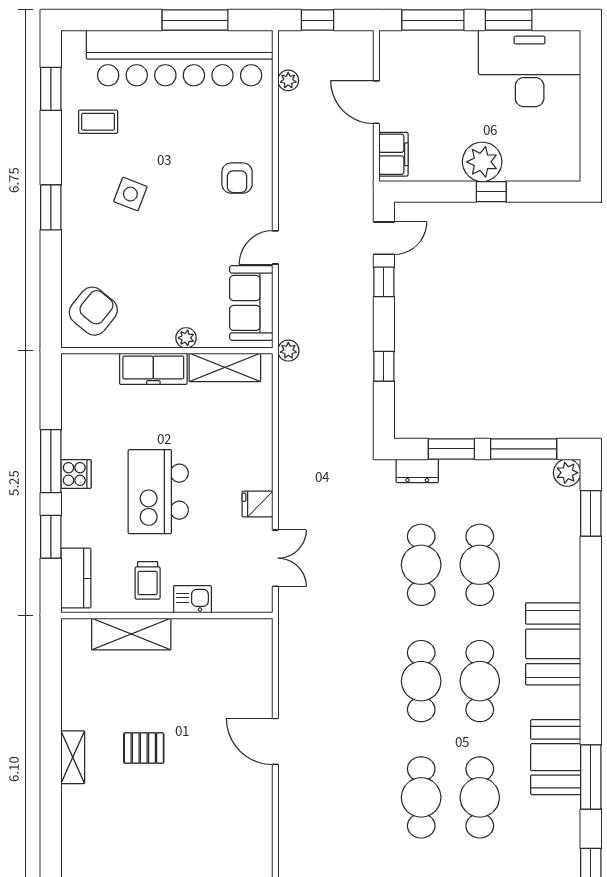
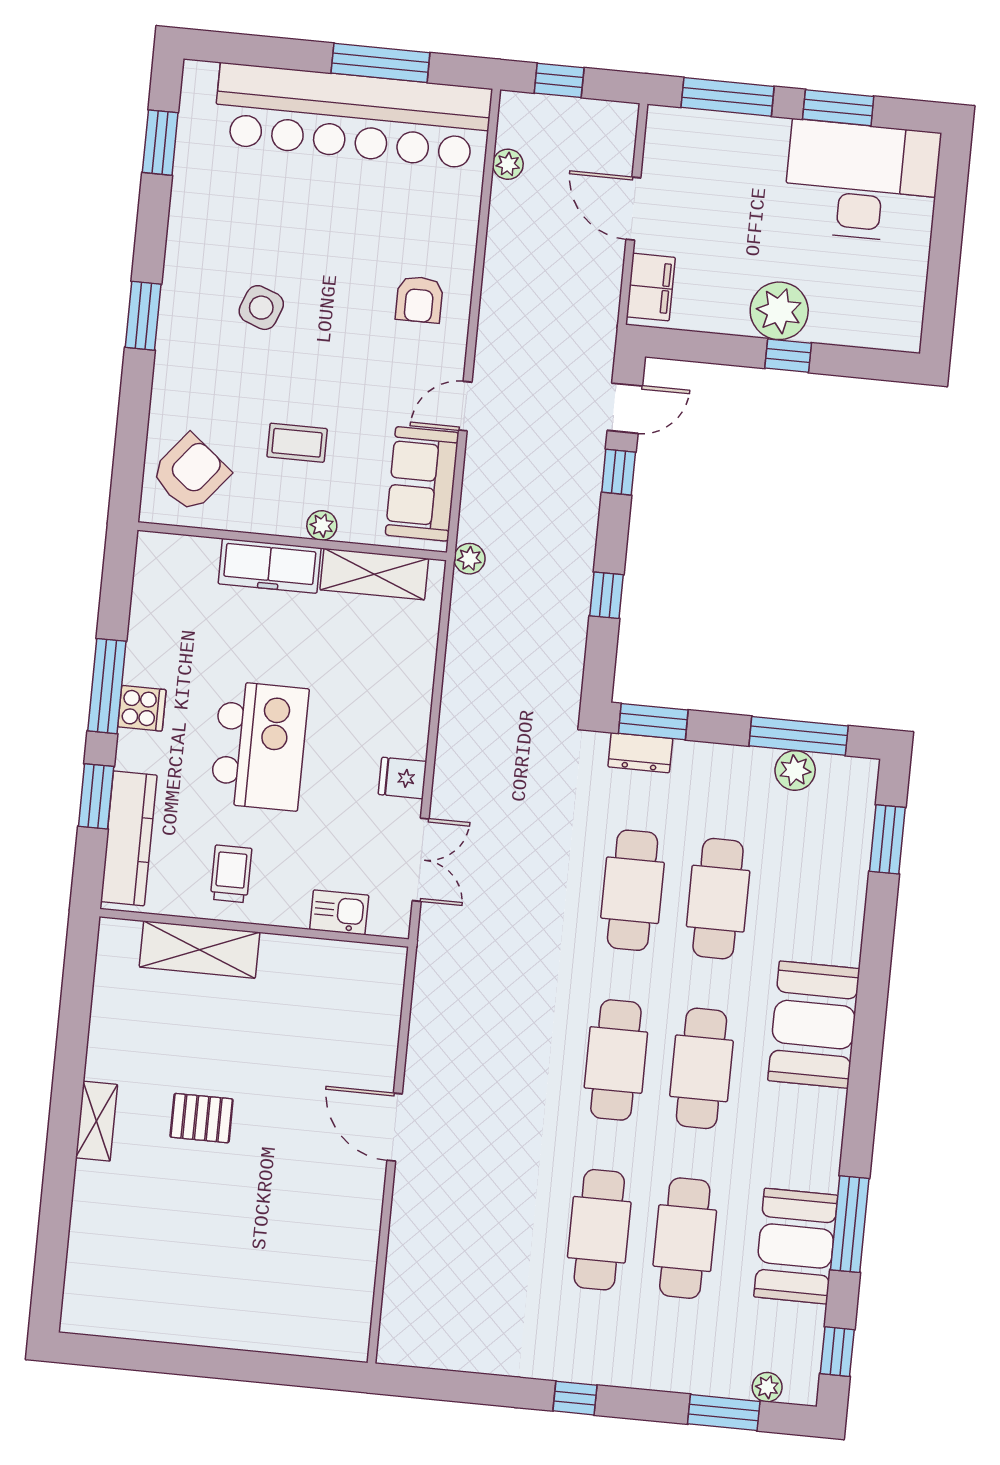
coffee table: (98, 122) -> (297, 443), moved
window: (451, 449) -> (653, 722), moved
plant: (567, 473) -> (795, 770), moved
kitchen island: (158, 492) -> (259, 746), turned 180
kitchen counter: (76, 578) -> (129, 838), width x1.50
trolley: (148, 580) -> (231, 874), turned 180
kitchen sink: (192, 599) -> (339, 912), moved
booth: (556, 757) -> (796, 1246), moved

